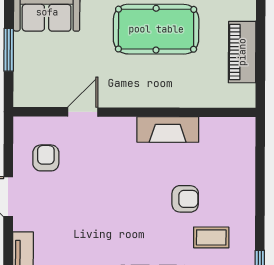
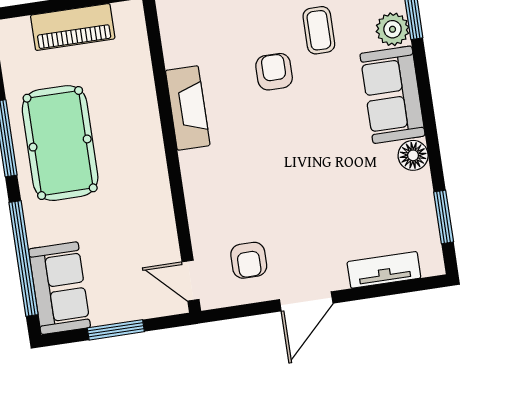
door: (83, 112) -> (191, 281), moved
armchair: (46, 158) -> (249, 260), turned -90

